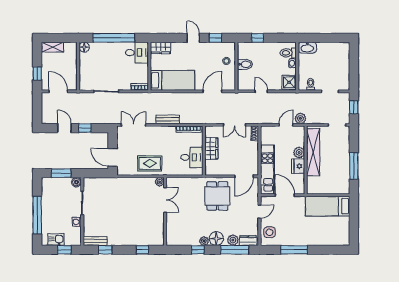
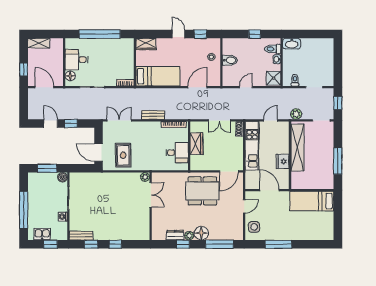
window: (258, 38) -> (255, 34), moved
floor lamp: (84, 47) -> (70, 76), moved
desk: (137, 53) -> (77, 60), moved, turned 180
door: (261, 91) -> (246, 87), hinge flipped
plant: (300, 118) -> (296, 114), moved
plant: (299, 152) -> (283, 148), removed
rug: (150, 163) -> (123, 155), moved, turned 90
kitchen unit: (267, 170) -> (252, 146), moved
dining table: (217, 196) -> (202, 191), width x1.38
plant: (233, 240) -> (218, 235), removed
dresser: (248, 241) -> (175, 235), moved
window: (142, 250) -> (115, 244), moved

